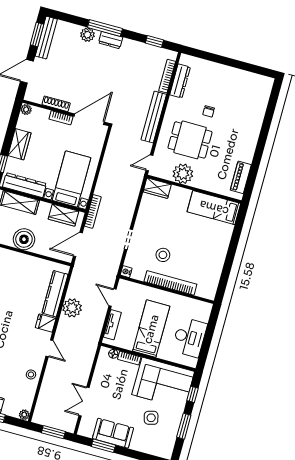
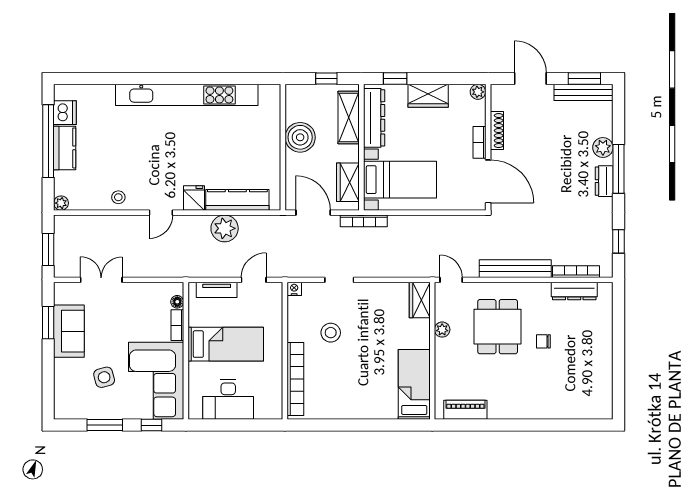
plant: (183, 174) -> (442, 330), width x0.53, depth x0.53
bookcase: (170, 283) -> (295, 379), moved

